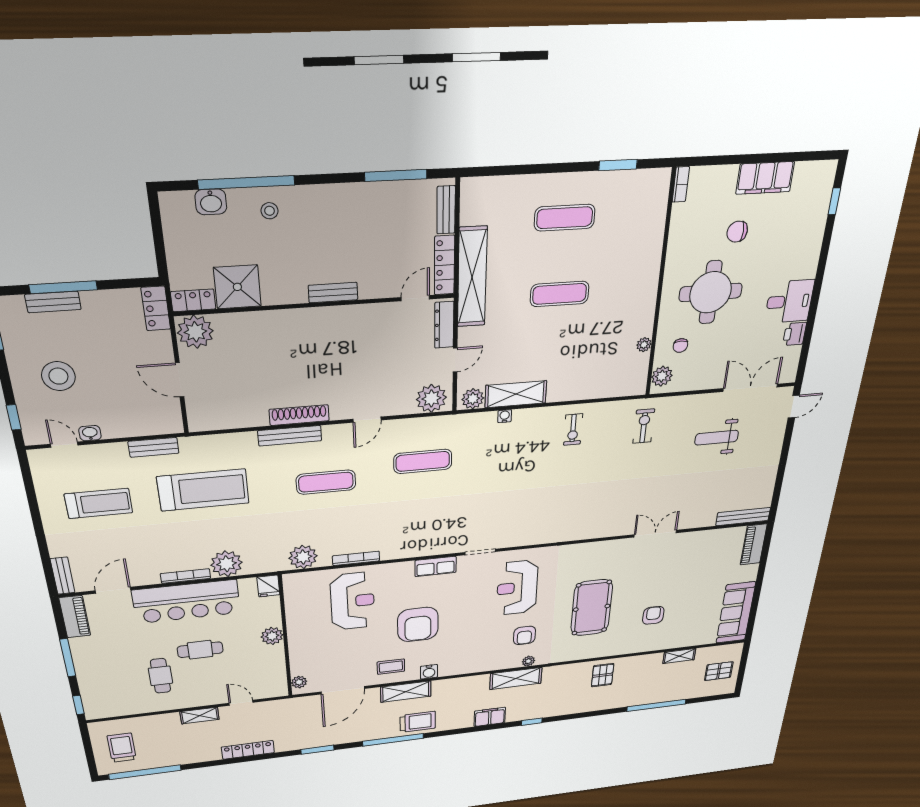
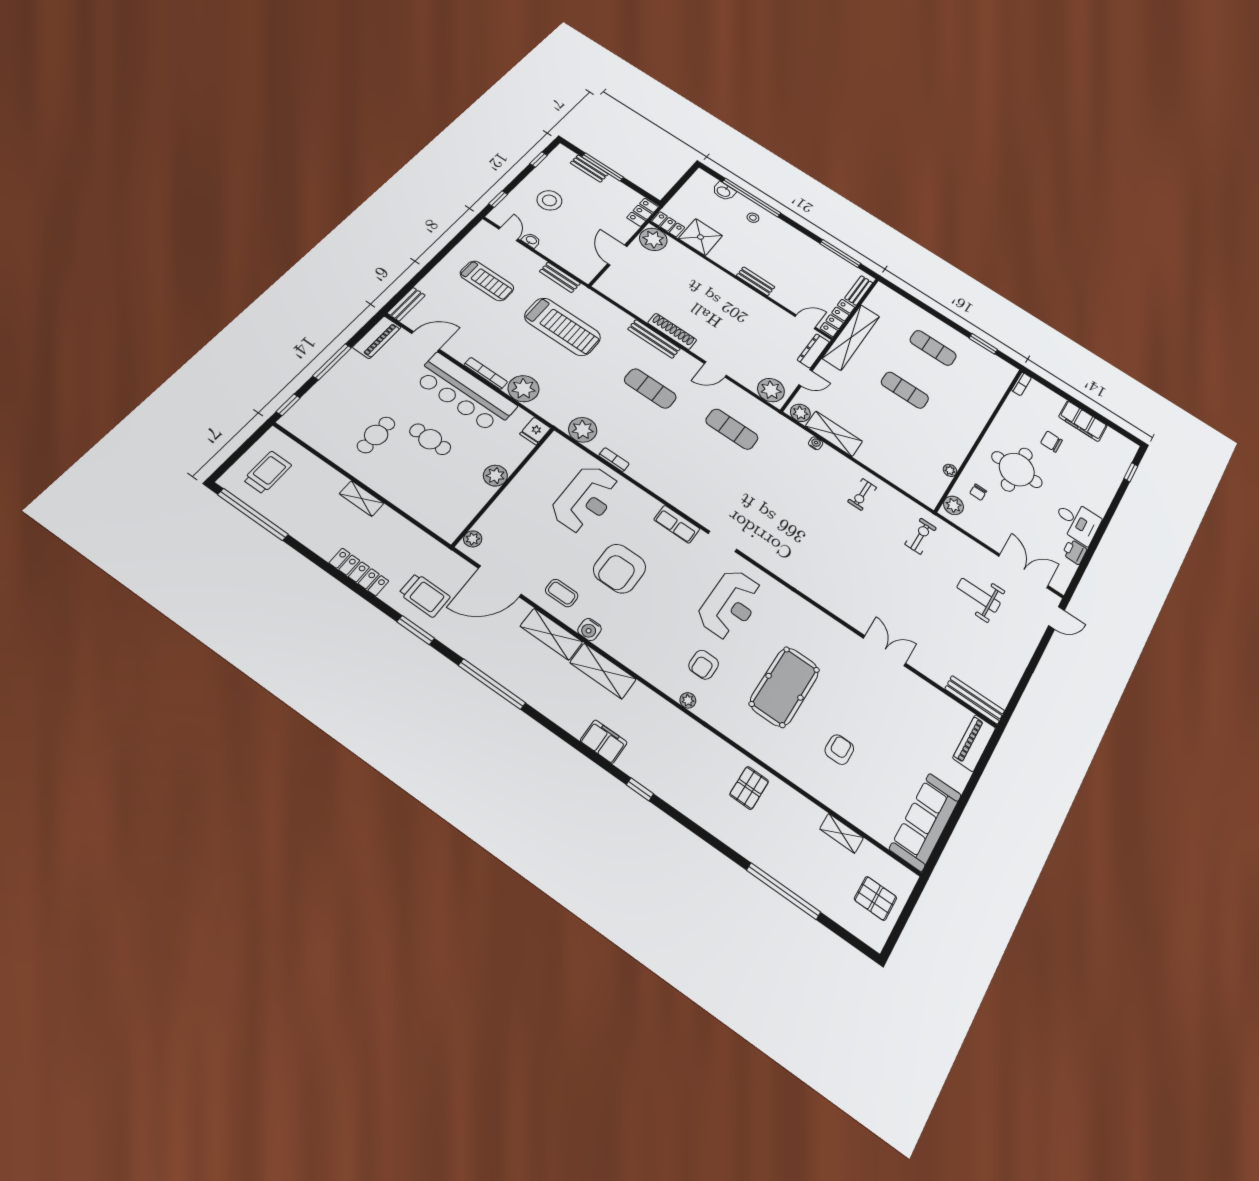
bookcase: (356, 558) -> (614, 460), width x0.64
reception desk: (517, 588) -> (730, 604), turned 180
shelving: (516, 678) -> (603, 671), moved
door: (241, 703) -> (407, 516), removed
trolley: (418, 722) -> (425, 595), moved

